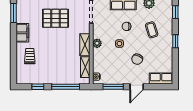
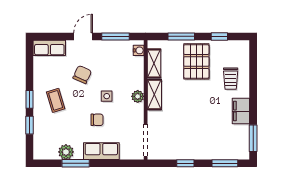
window: (175, 12) -> (29, 125), moved
pallet: (56, 18) -> (196, 61), moved, turned 90
coffee table: (152, 30) -> (56, 100), moved
window: (66, 87) -> (181, 36), width x0.69

